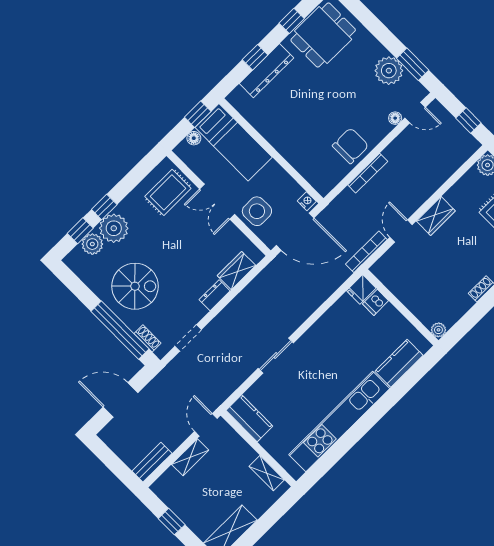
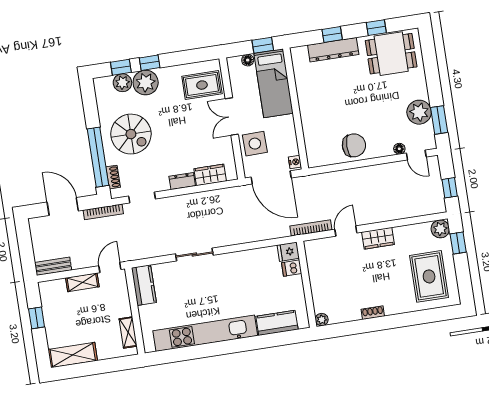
bookcase: (368, 173) -> (103, 212), moved

